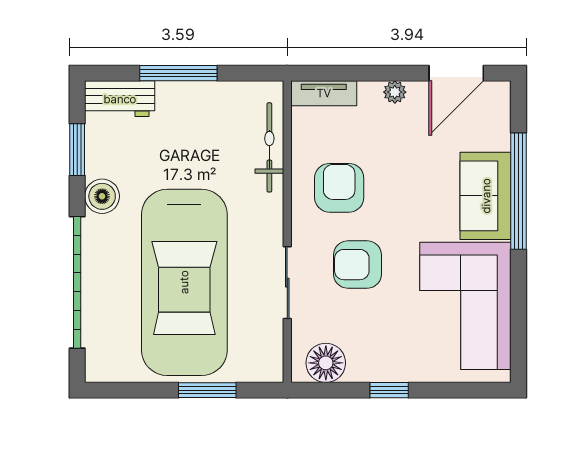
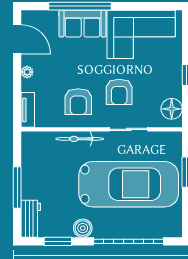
bicycle: (269, 147) -> (80, 139), moved
armchair: (339, 188) -> (78, 102), turned -90

